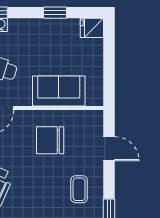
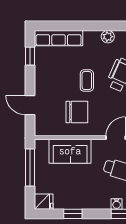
window: (109, 71) -> (30, 167), added
coffee table: (79, 189) -> (87, 81), moved

